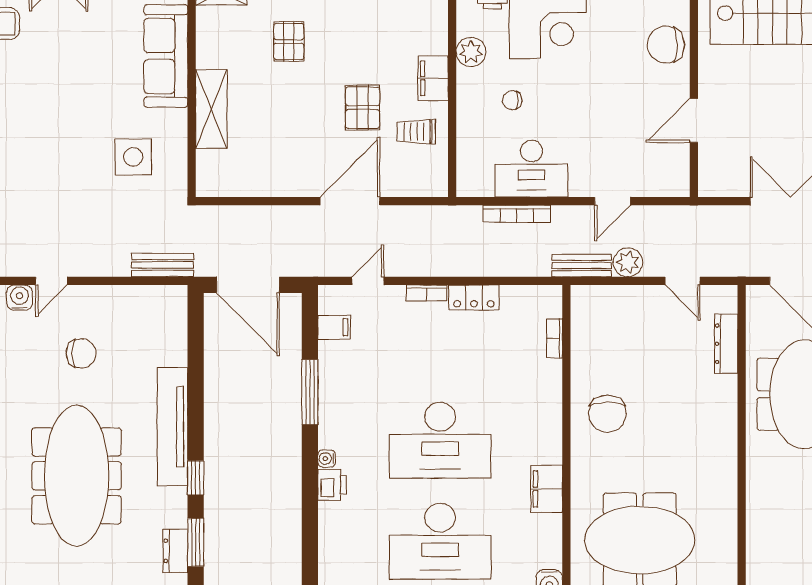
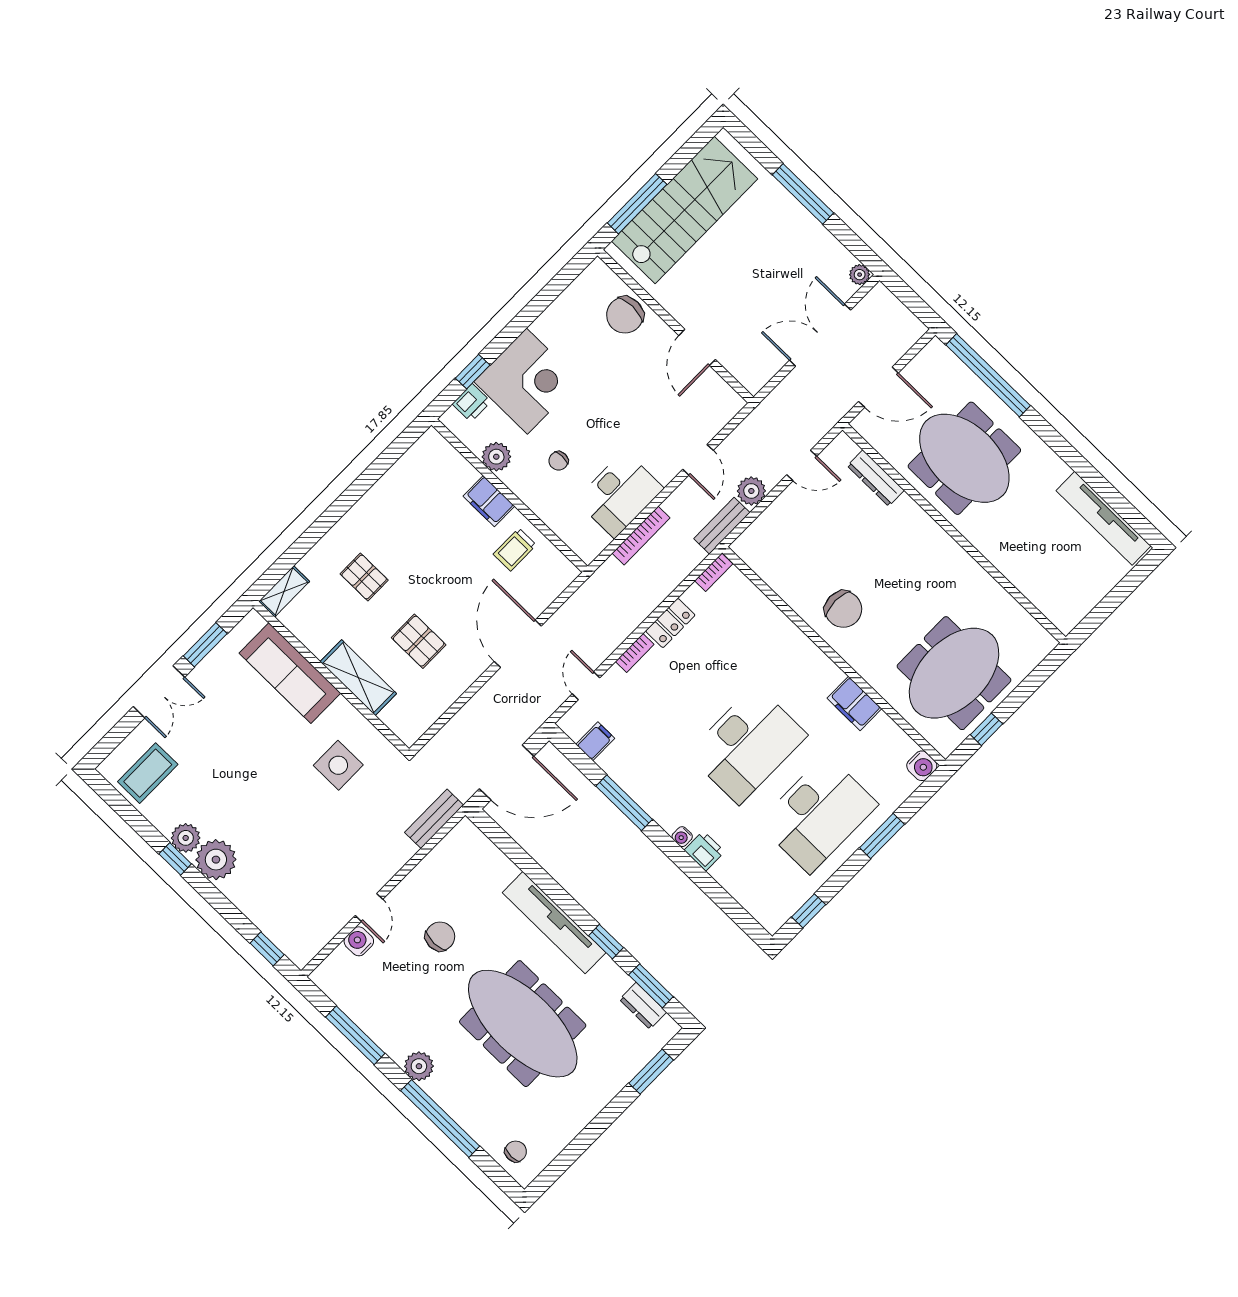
pallet: (363, 108) -> (419, 641), moved
bookcase: (554, 338) -> (714, 572), moved, turned -90

